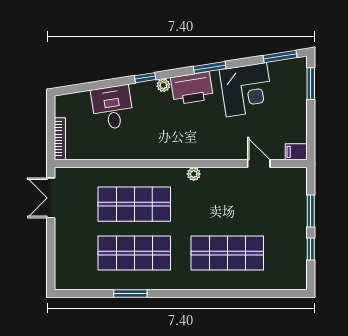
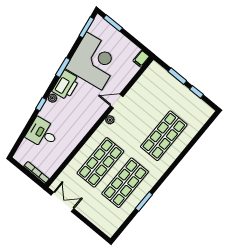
corner desk: (246, 90) -> (94, 61), width x1.36, depth x1.36
door: (259, 164) -> (117, 101), moved
double door: (51, 198) -> (62, 202), swing flipped

